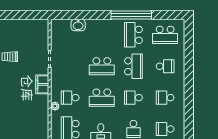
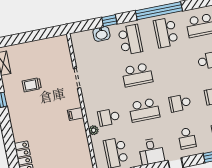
window: (87, 15) -> (109, 21), added
school desk: (133, 66) -> (130, 40), moved
filing cabinet: (42, 84) -> (76, 114), width x0.50

